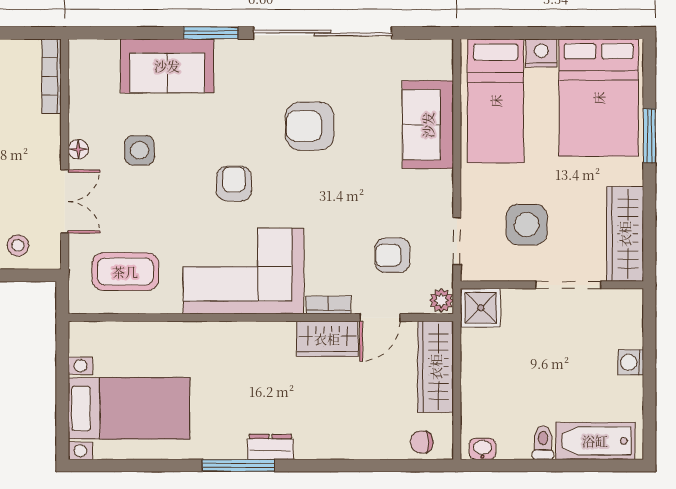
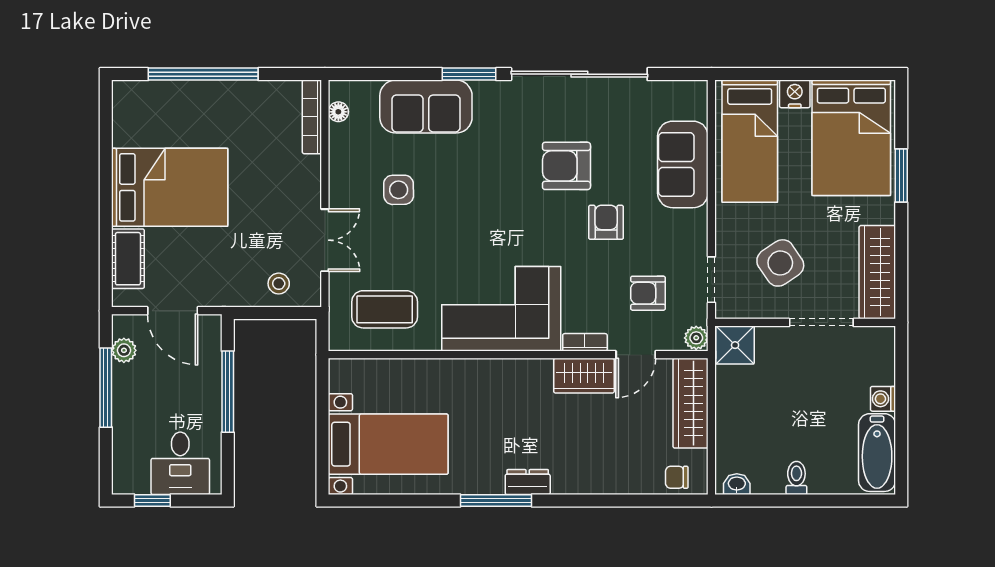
floor lamp: (78, 149) -> (338, 112), moved
armchair: (234, 184) -> (606, 222), moved
side table: (527, 225) -> (780, 263), turned -34
bathtub: (595, 441) -> (877, 453), moved, turned -90

